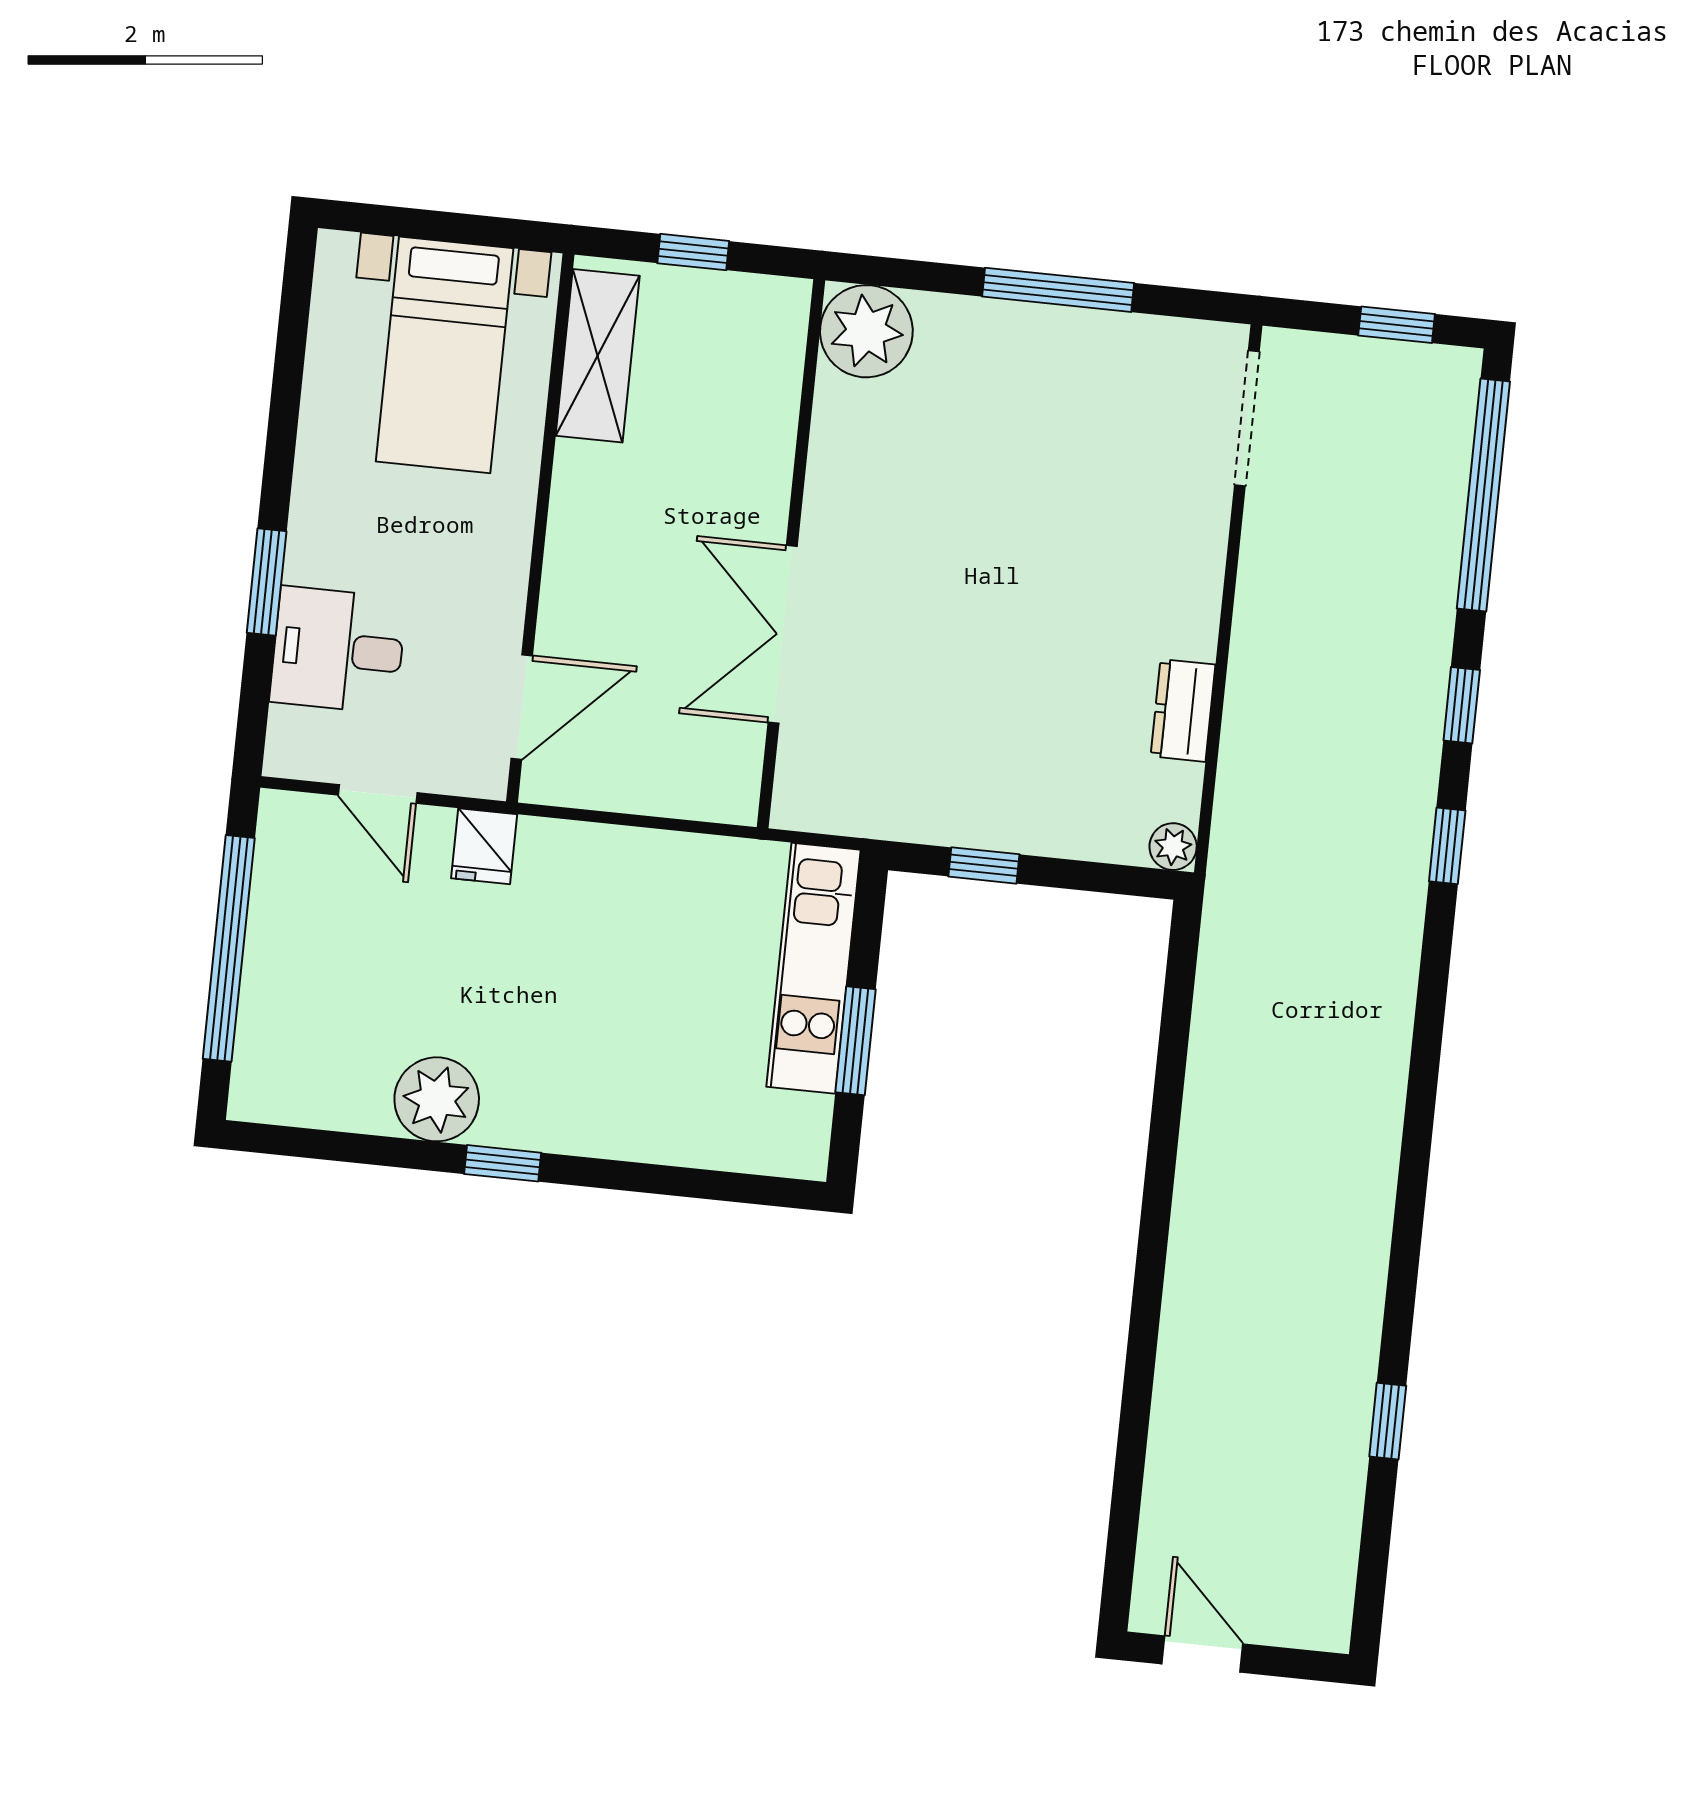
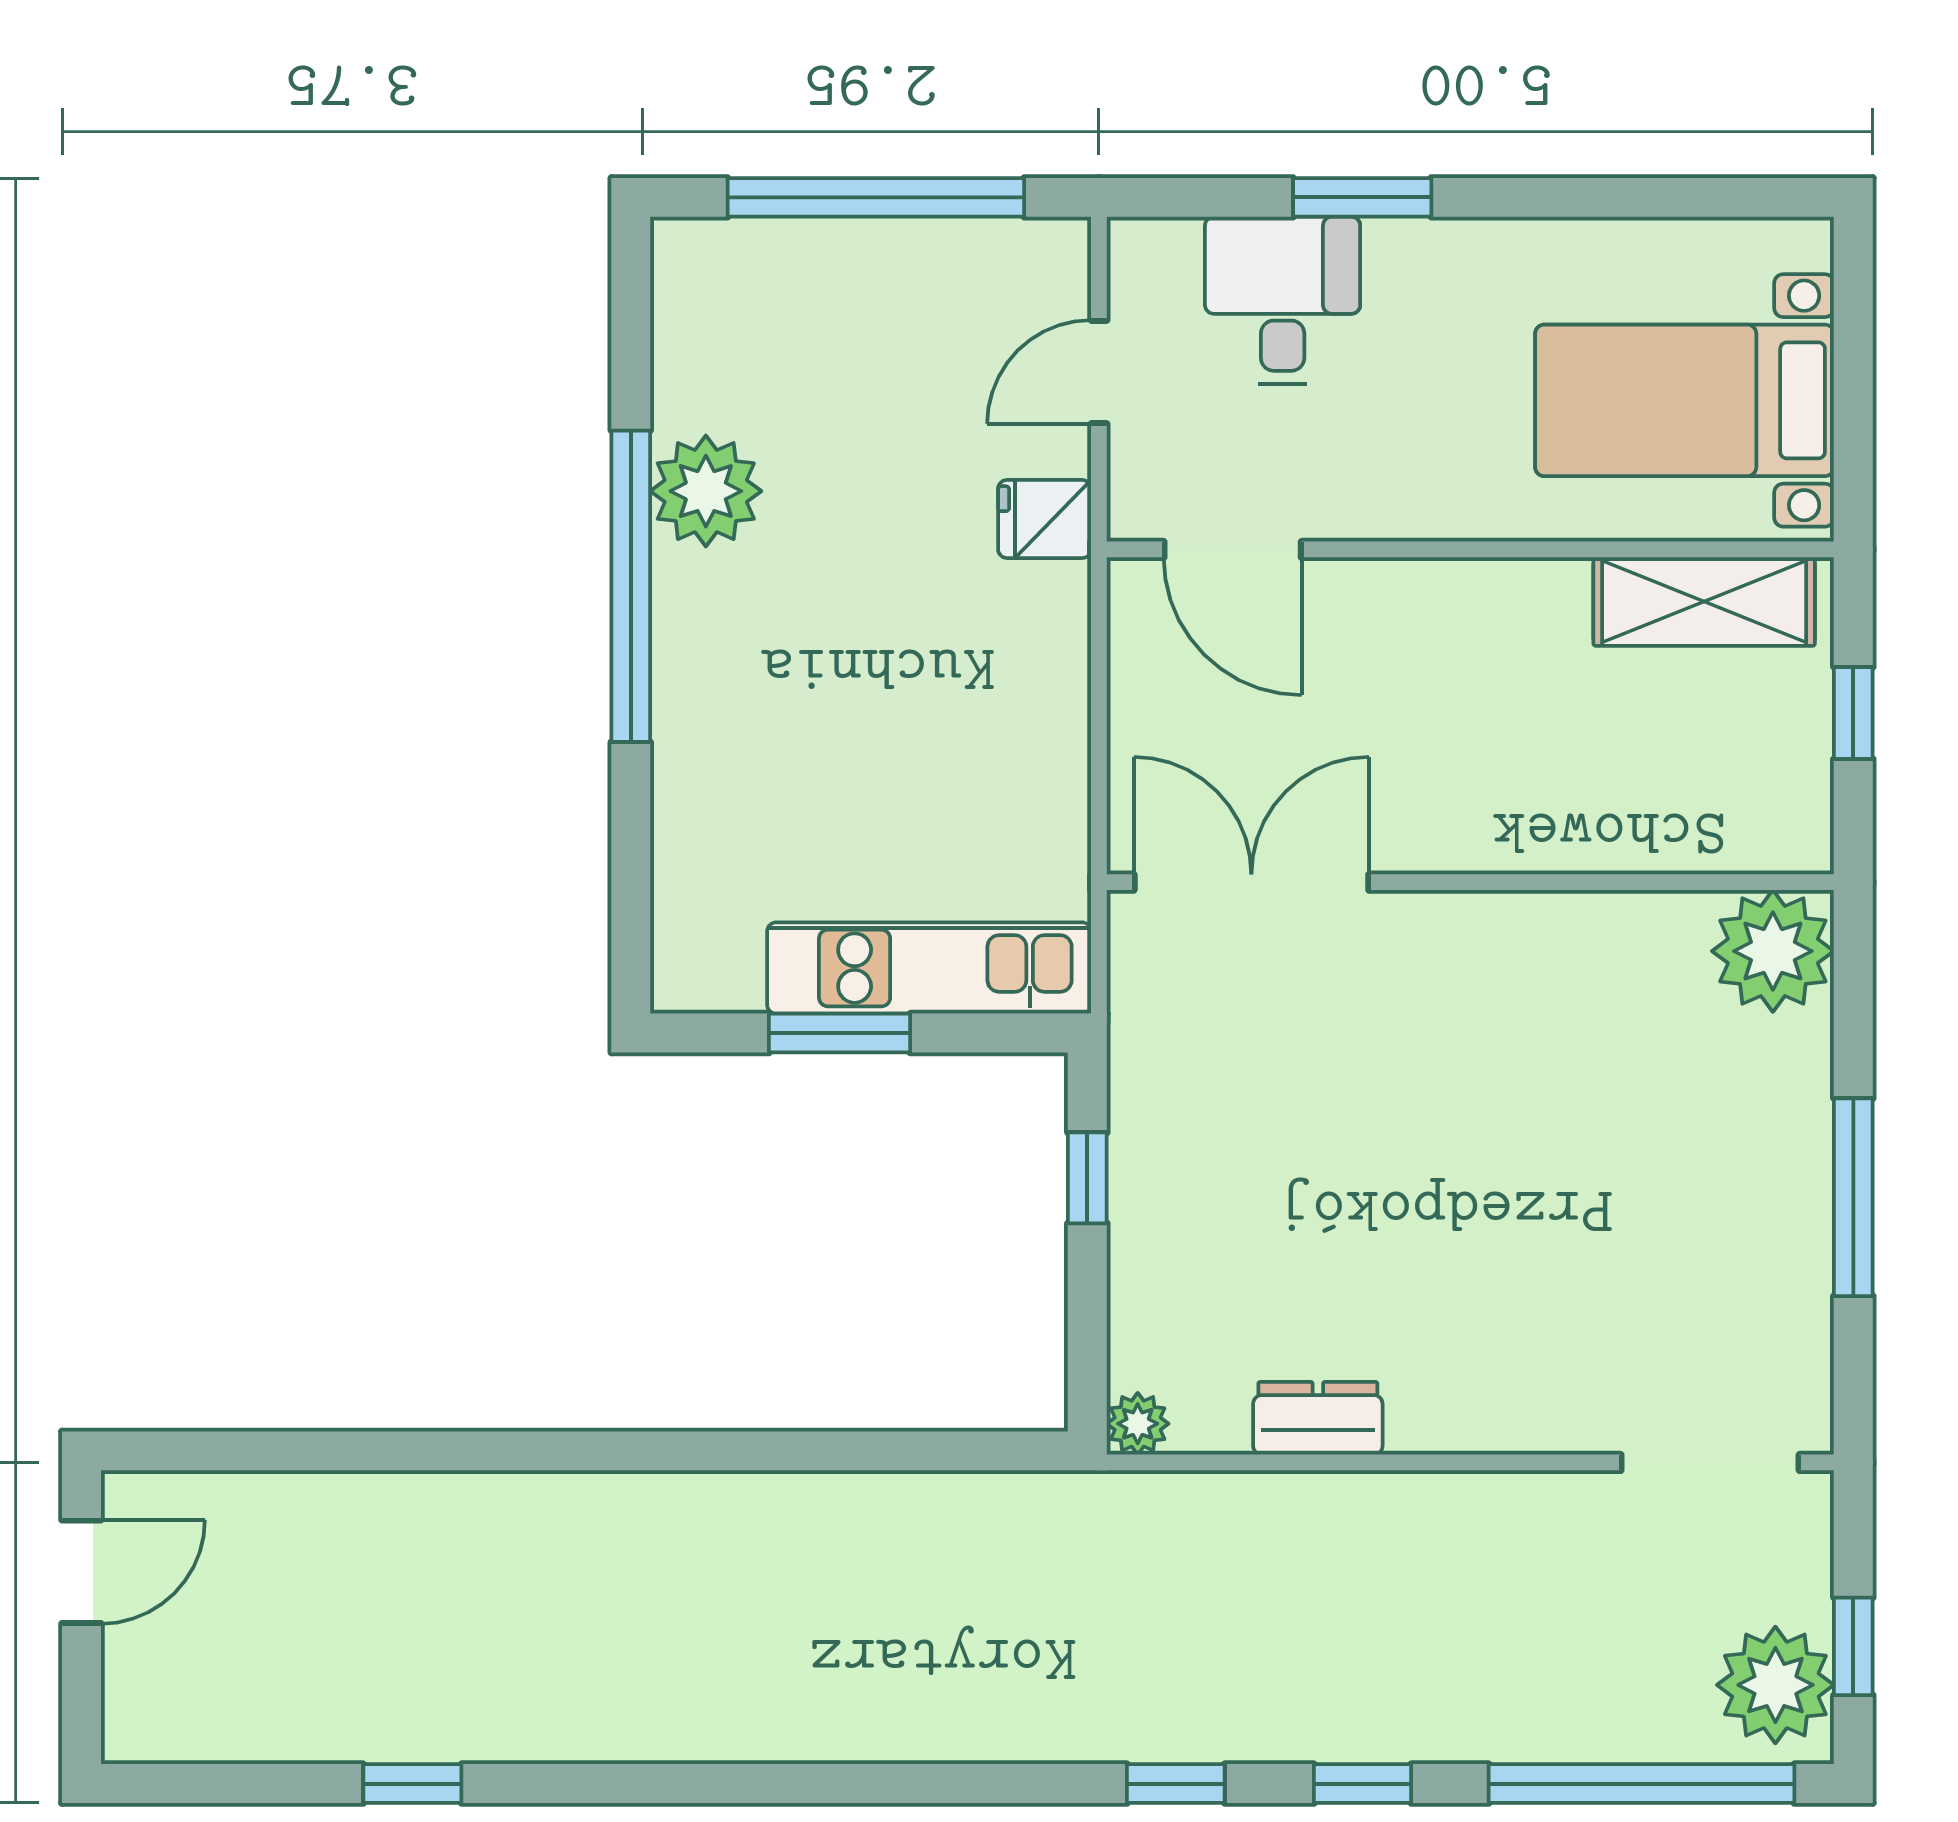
plant: (1420, 386) -> (1775, 1685), added
double door: (783, 634) -> (1251, 882), moved
window: (503, 1163) -> (631, 586), width x3.17

